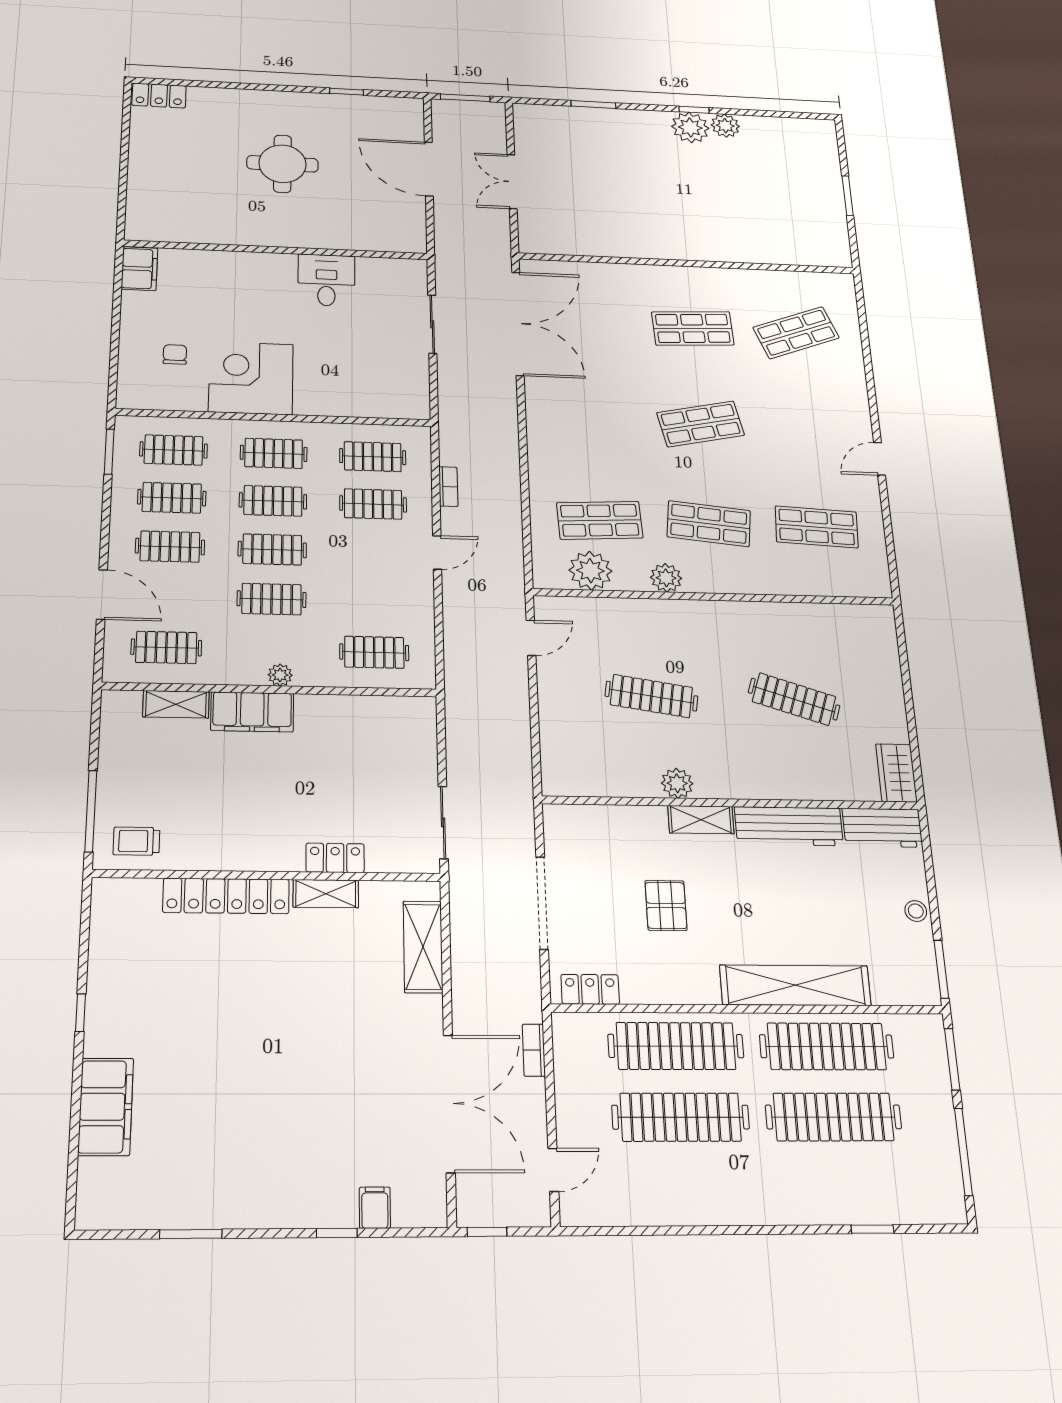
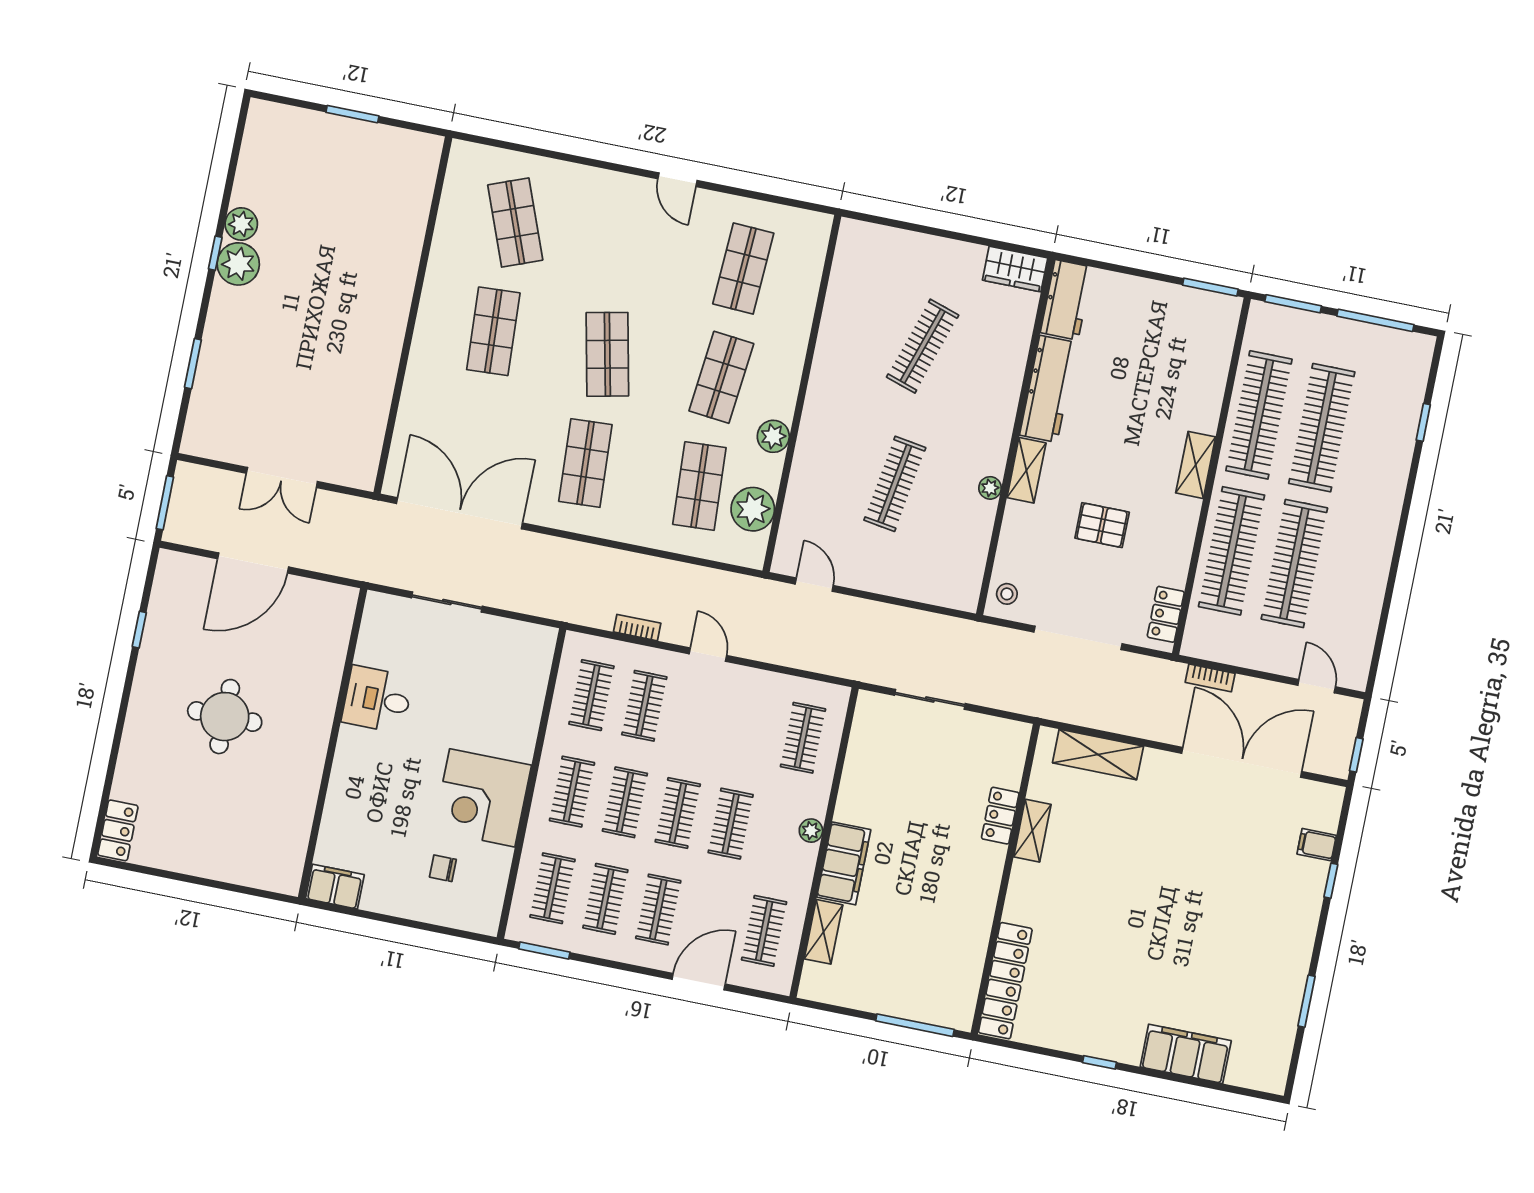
shop shelf: (594, 420) -> (585, 463), added
plant: (677, 783) -> (990, 488), width x0.73, depth x0.73
sliding door: (443, 822) -> (930, 699), moved
trolley: (136, 841) -> (951, 989), removed
locker: (226, 896) -> (1005, 981), moved
stool: (916, 911) -> (1007, 594), moved
shelving: (795, 985) -> (1196, 465), width x0.45, depth x0.75

